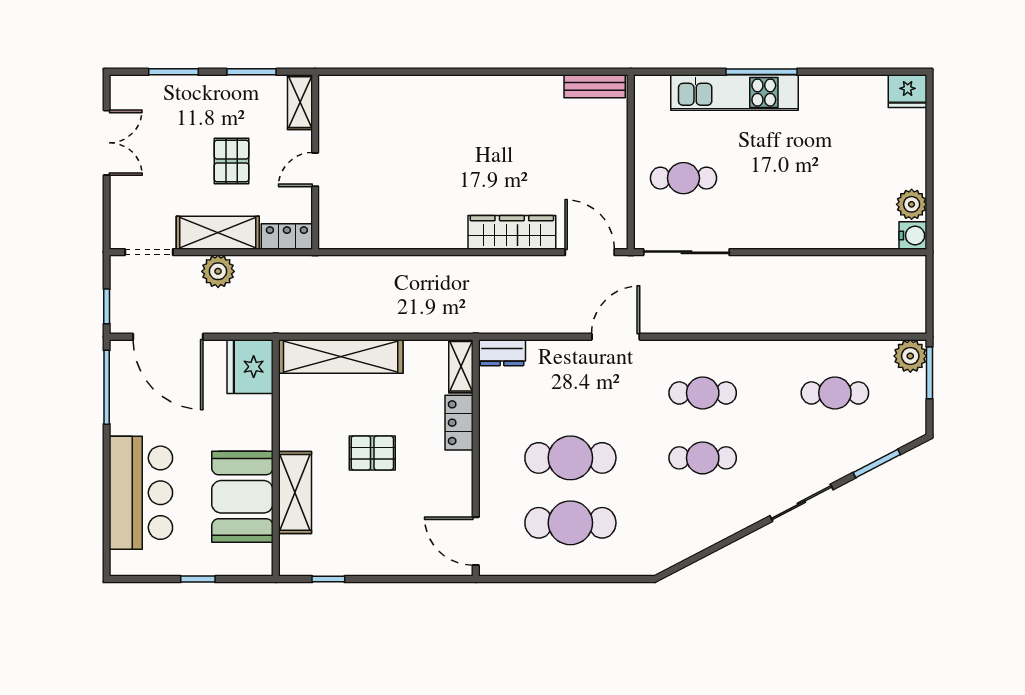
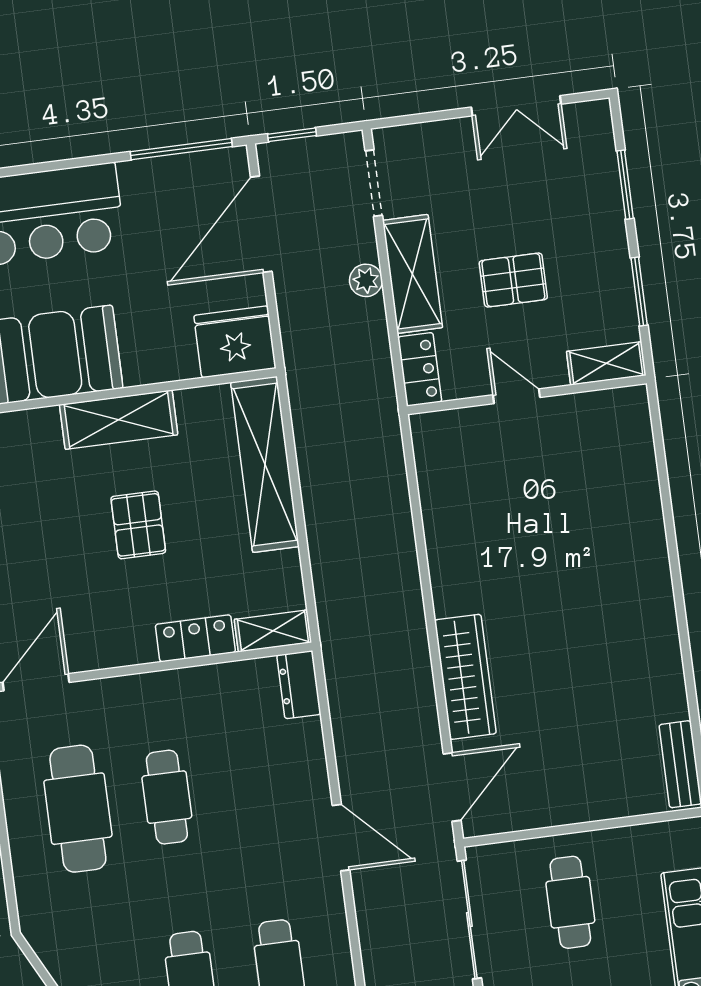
plant: (218, 271) -> (366, 280), width x0.73, depth x0.73
cafe table: (570, 458) -> (167, 797), width x0.73, depth x0.74
shelving: (295, 492) -> (119, 420), moved

